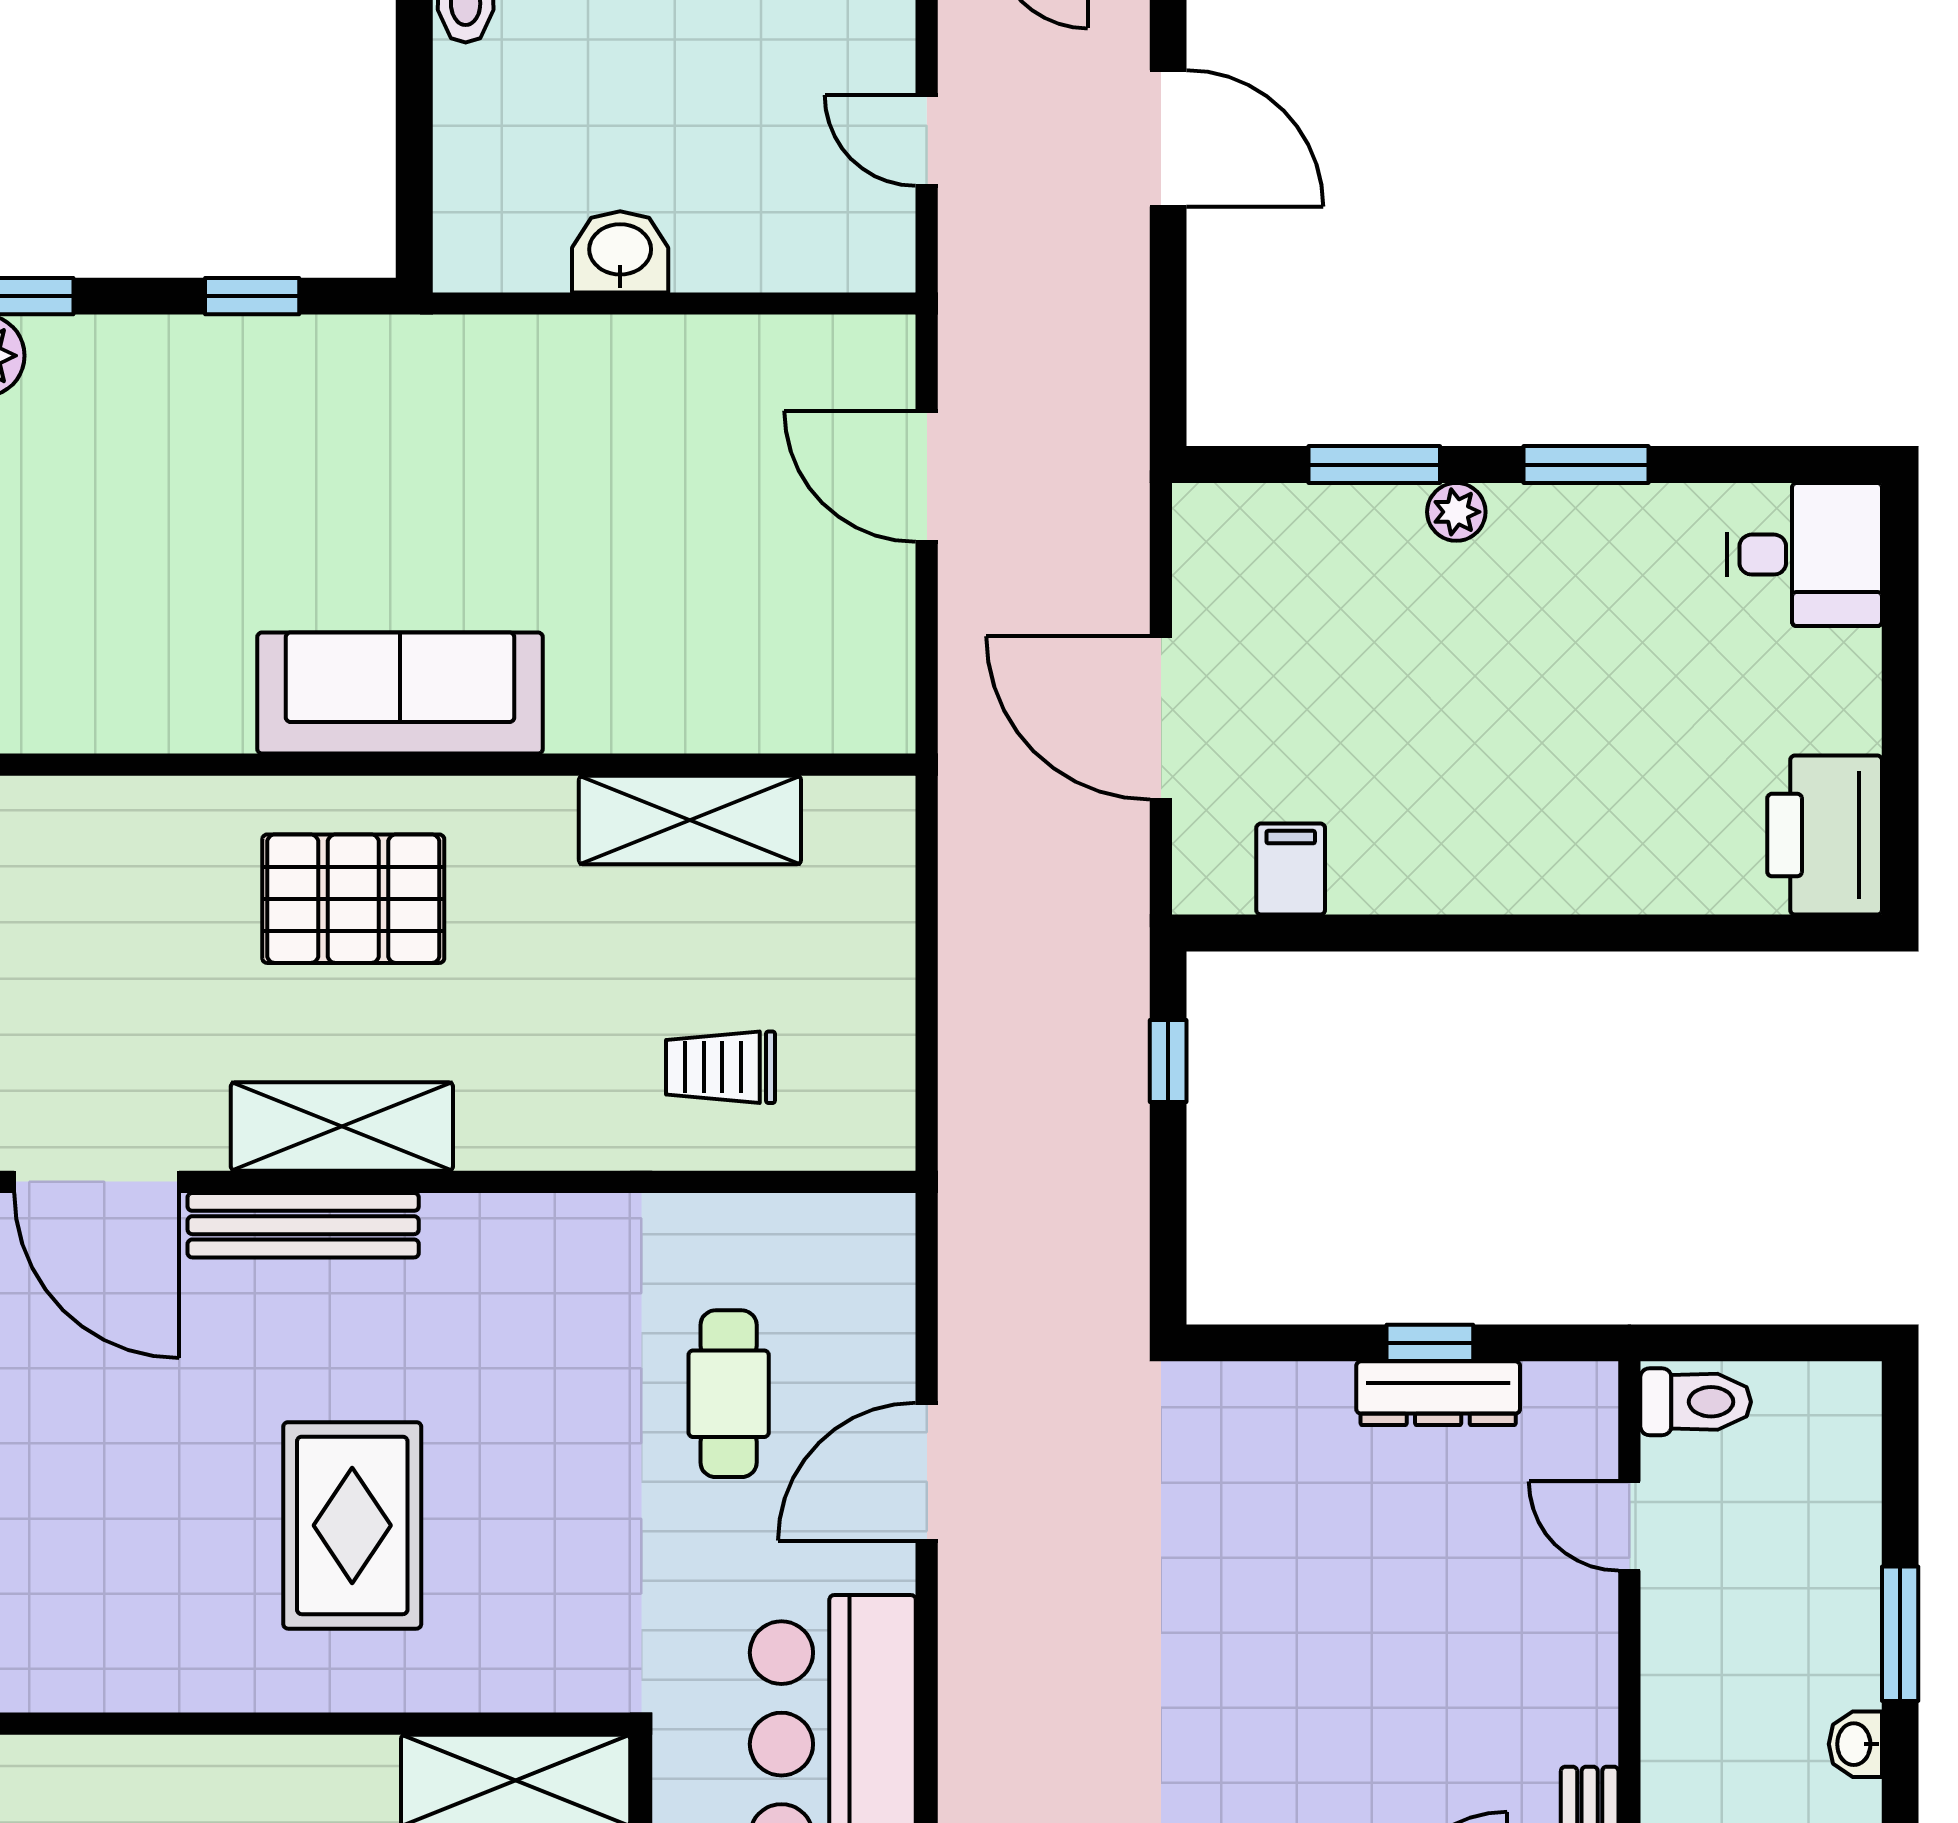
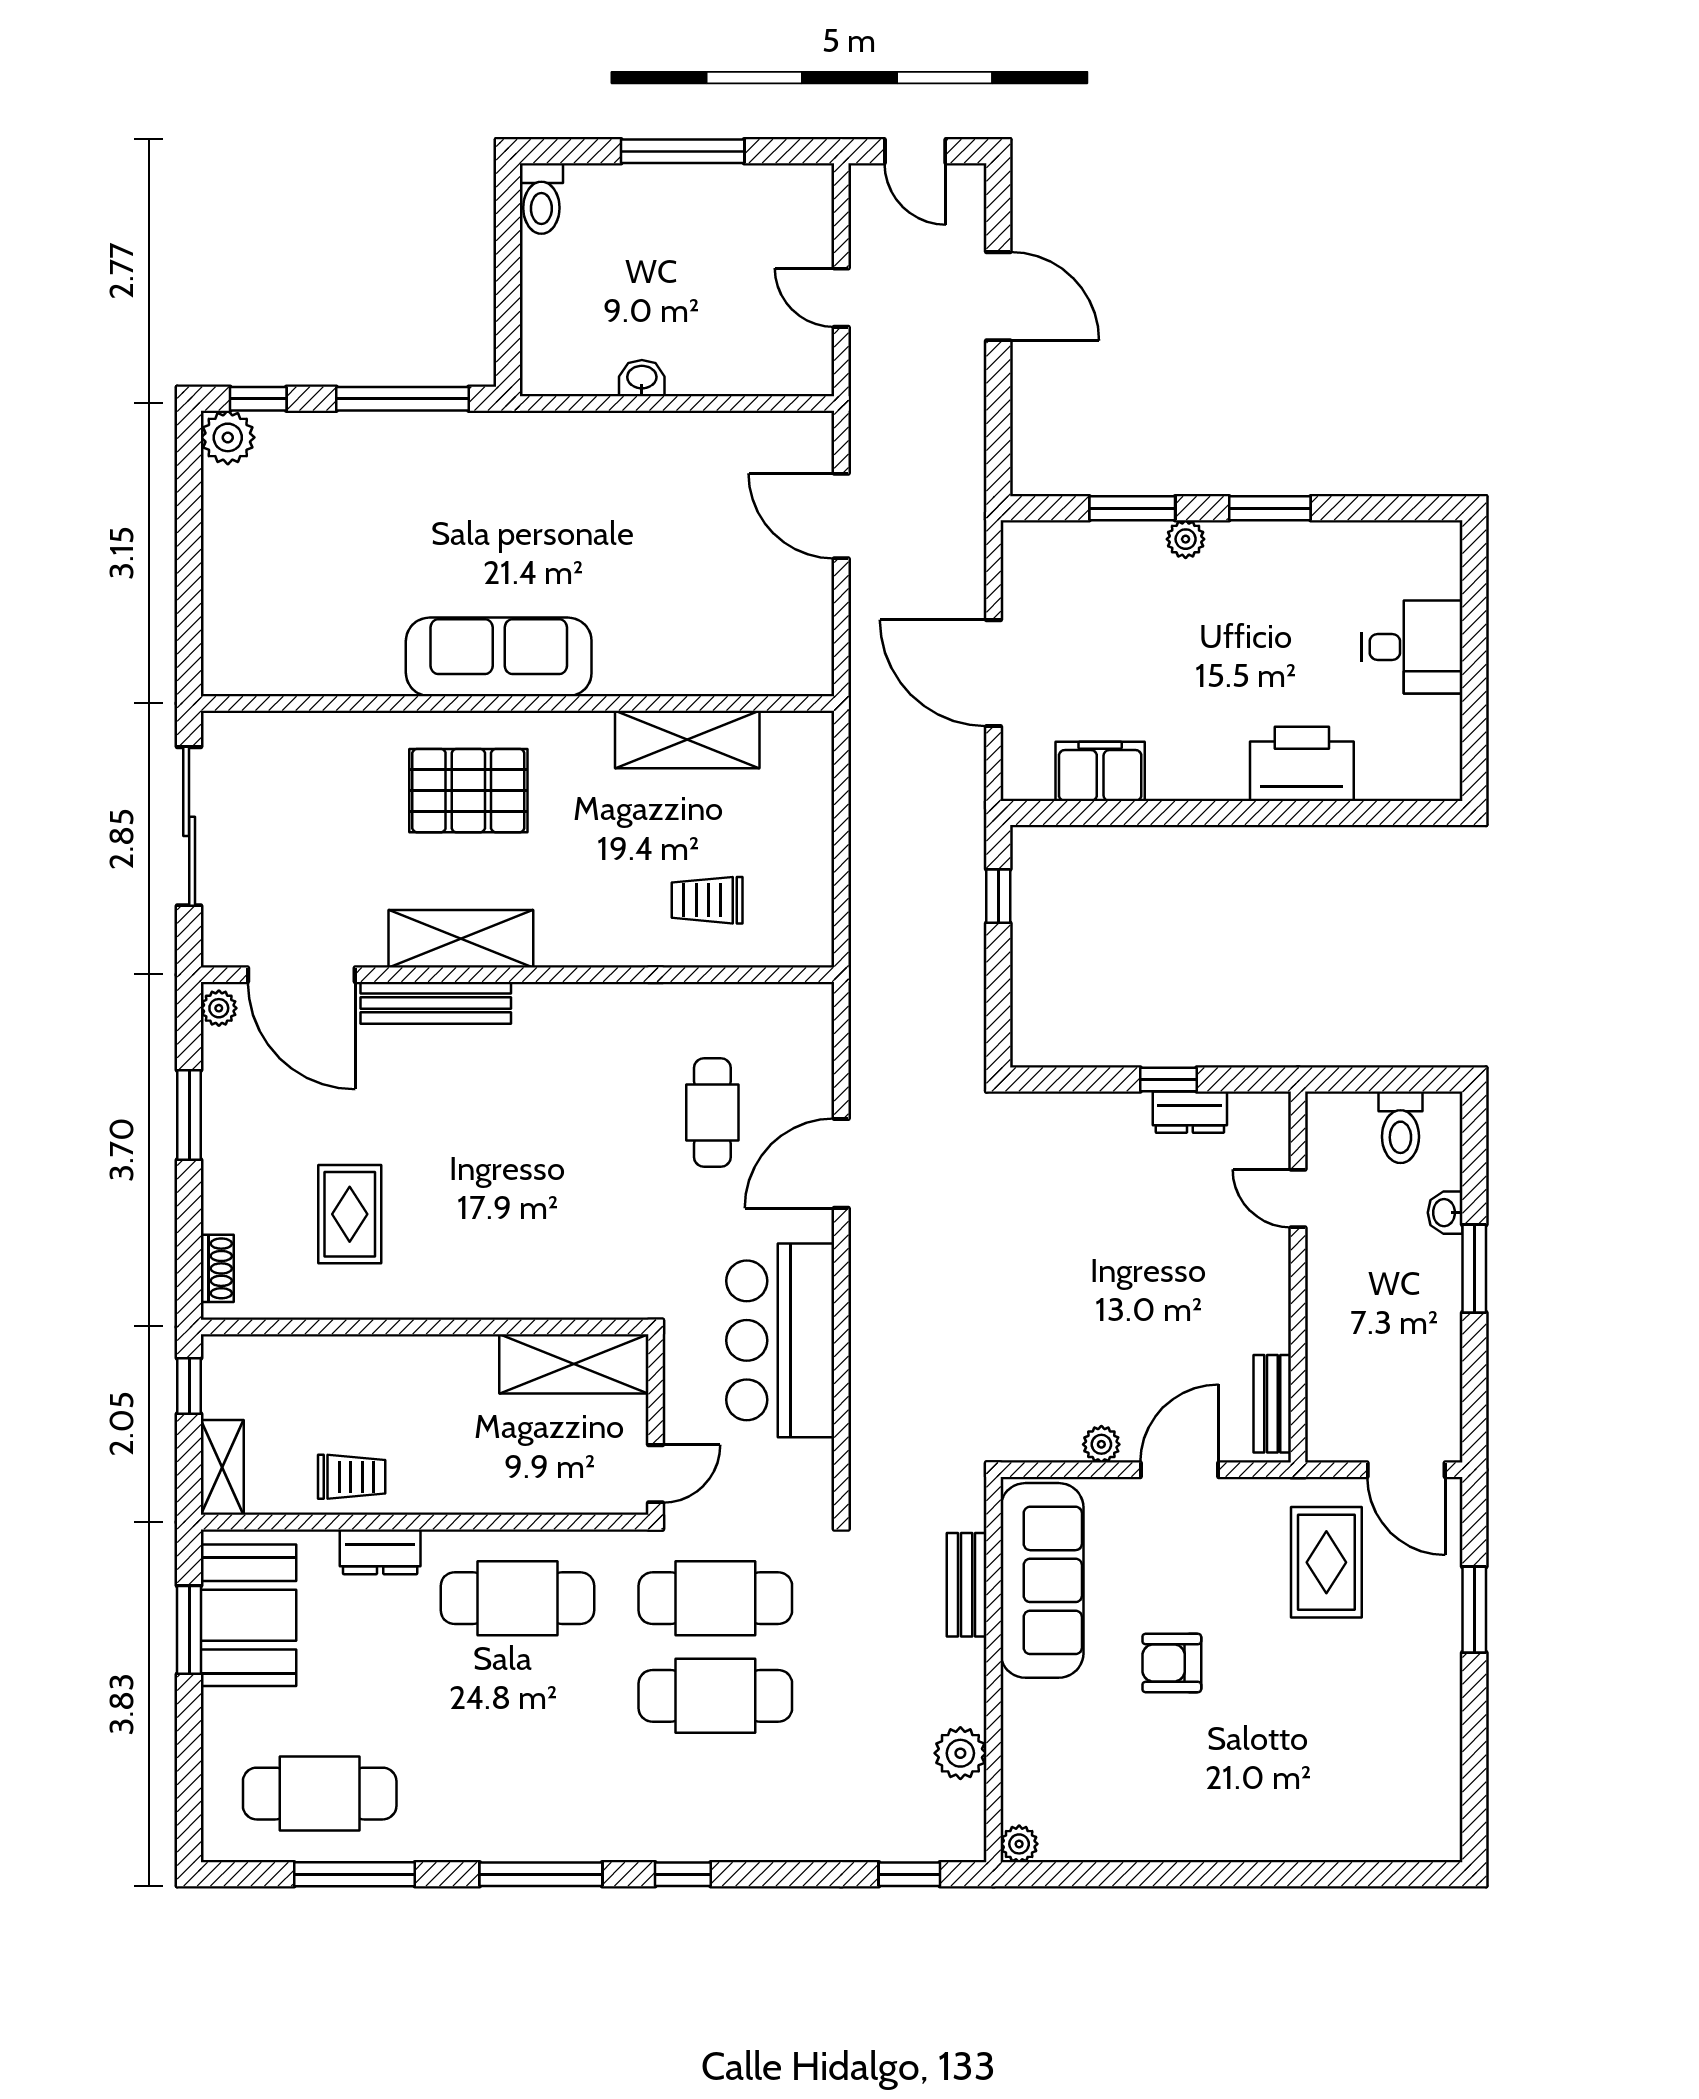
washbasin: (620, 252) -> (642, 378), width x0.72, depth x0.69
window: (252, 296) -> (403, 399), width x2.17
desk: (1805, 555) -> (1412, 647), moved
printer: (1825, 835) -> (1302, 764), moved, turned 90
filing cabinet: (1291, 869) -> (1100, 771), width x2.00
dresser: (1438, 1393) -> (1190, 1112), width x0.70
toilet: (1696, 1402) -> (1400, 1127), moved, turned 90
rug: (352, 1525) -> (350, 1214), moved, width x0.73, depth x0.70
washbasin: (1855, 1744) -> (1445, 1213), moved

